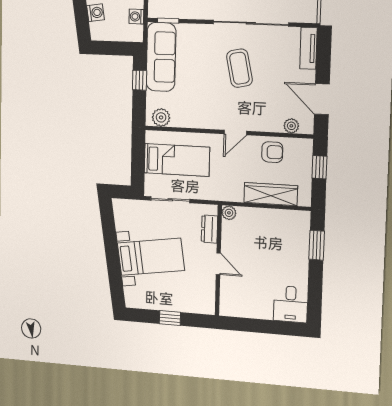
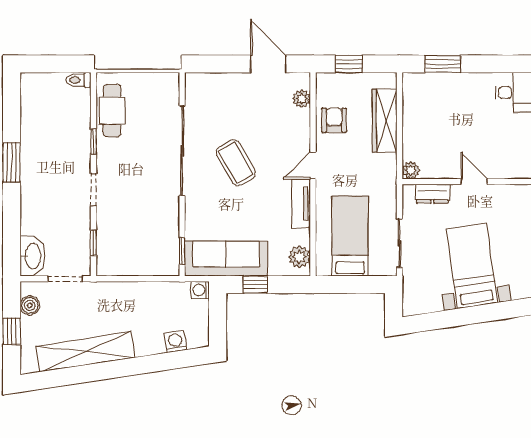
washing machine: (136, 16) -> (200, 290), moved, turned 90
tv unit: (308, 48) -> (301, 204), moved, turned 90
coffee table: (239, 68) -> (236, 163), turned 72
door: (322, 99) -> (268, 64), swing flipped
door: (235, 133) -> (313, 165), swing flipped
door: (218, 264) -> (474, 182), hinge flipped

